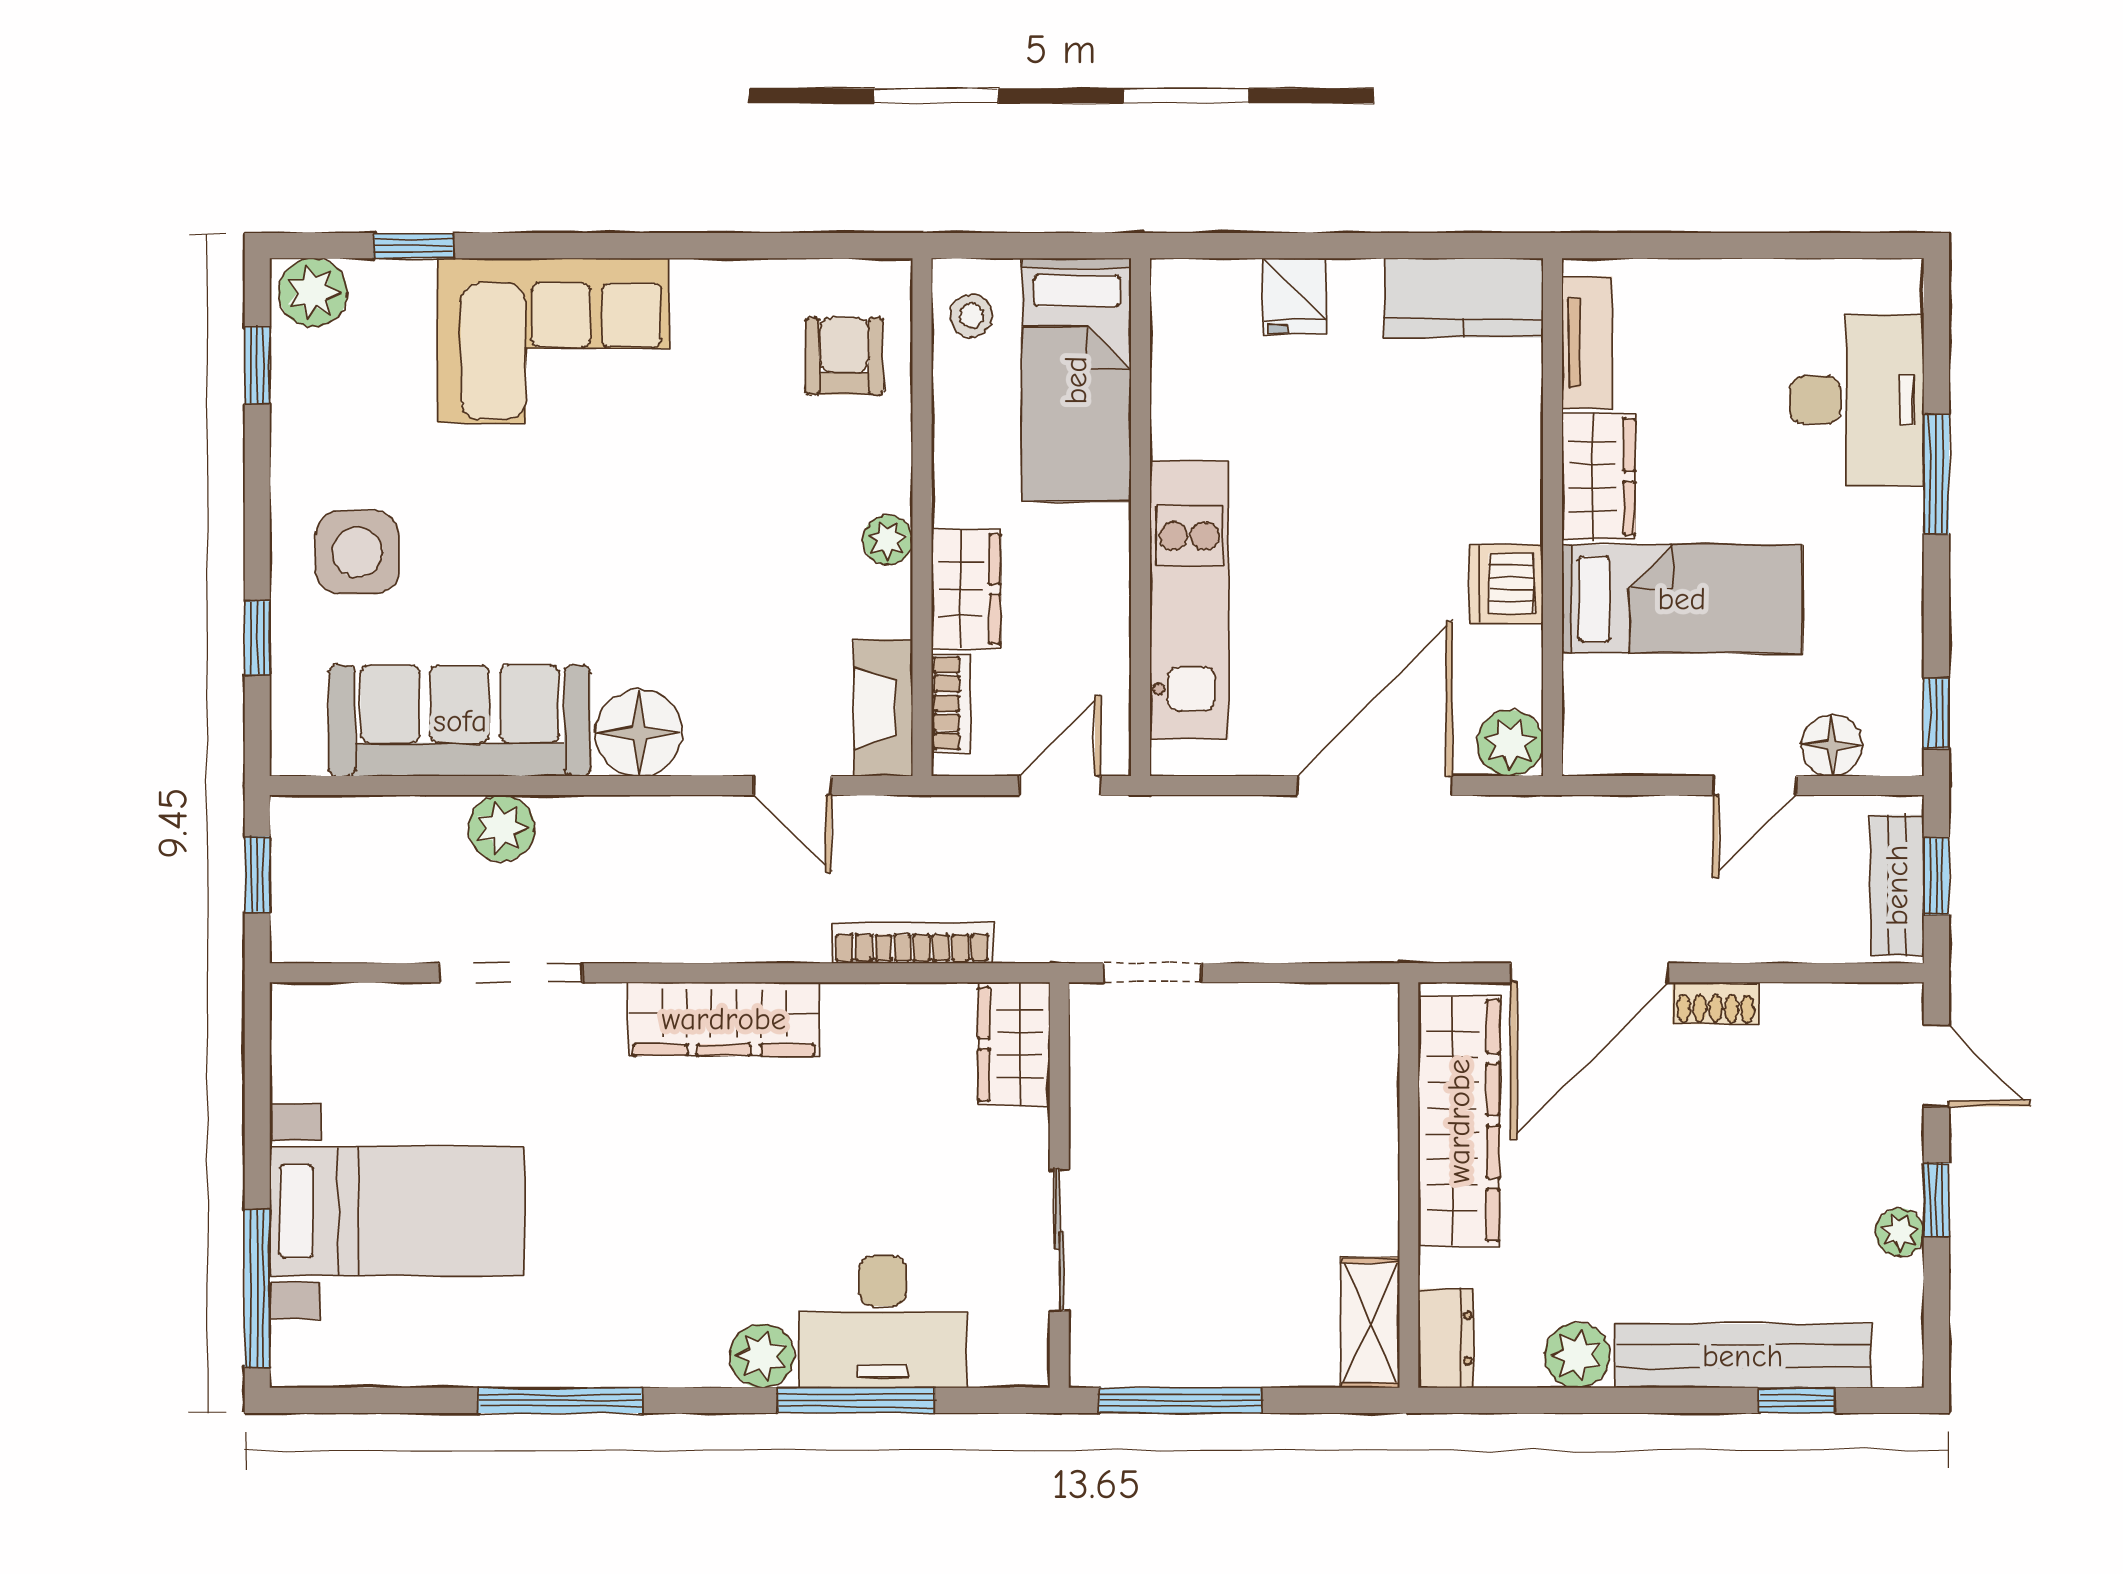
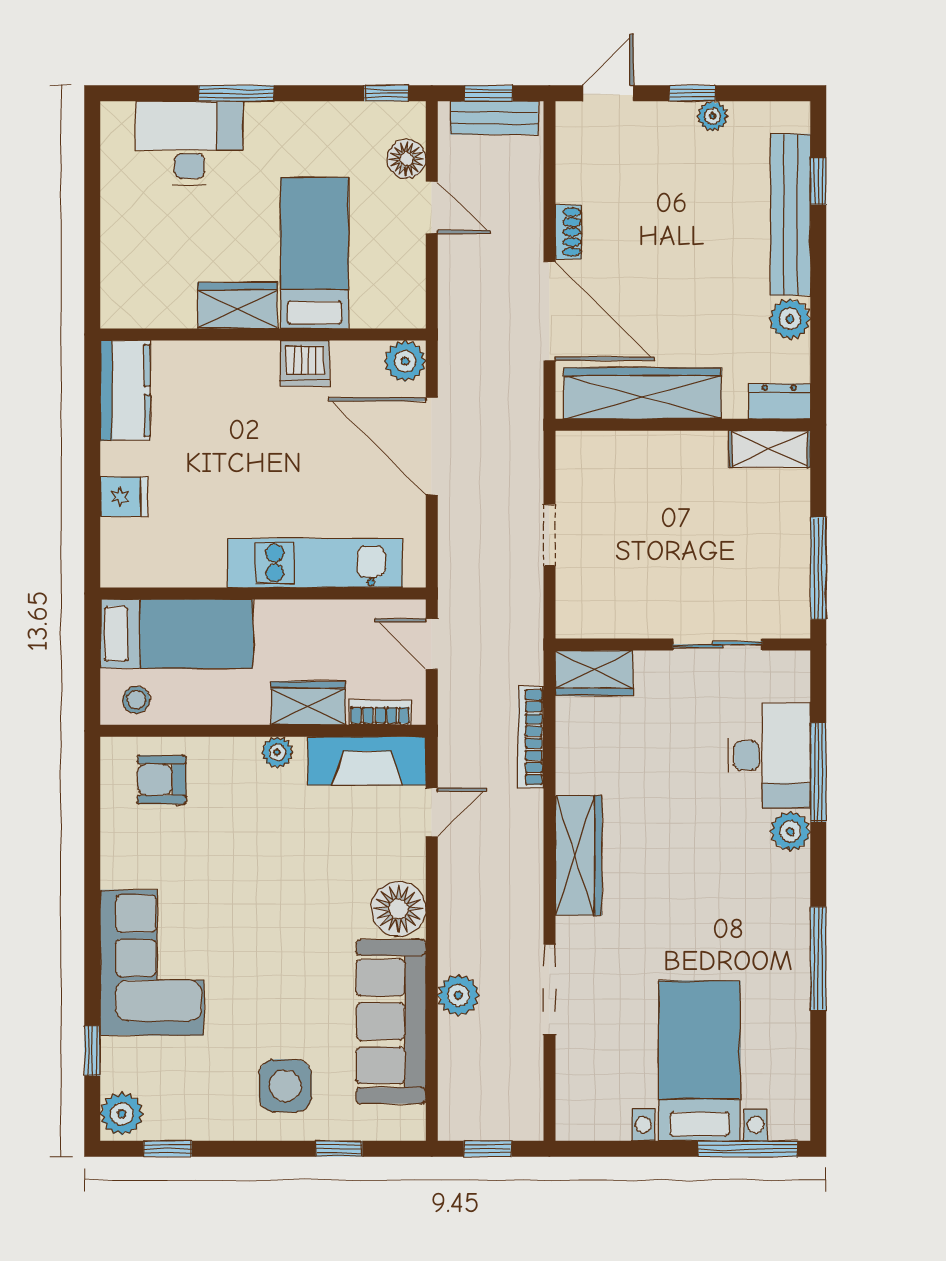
tv unit: (1587, 342) -> (153, 313), removed
fireplace: (883, 708) -> (367, 761), width x1.37, depth x1.32
doorway: (1153, 973) -> (549, 535), moved

